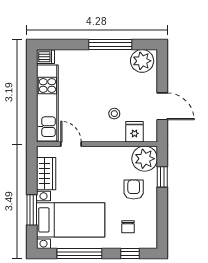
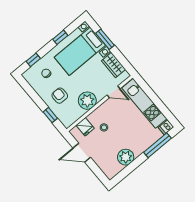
window: (110, 45) -> (158, 145), moved
plant: (142, 61) -> (126, 157), moved
plant: (145, 159) -> (87, 101), moved
armchair: (134, 190) -> (60, 96), turned 180
window: (79, 253) -> (60, 37), width x0.46

